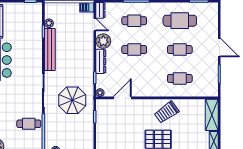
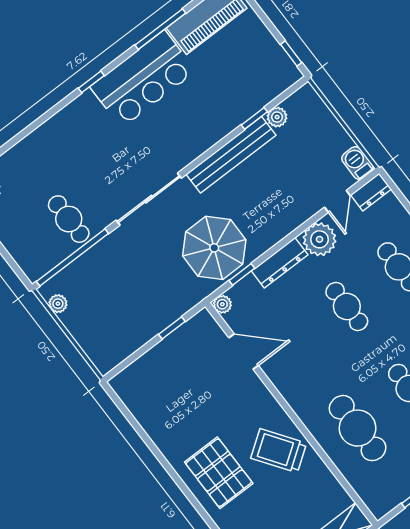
cafe table: (180, 78) -> (358, 428), width x1.37, depth x1.35
parasol: (72, 100) -> (214, 248), moved

